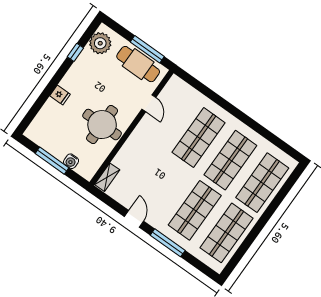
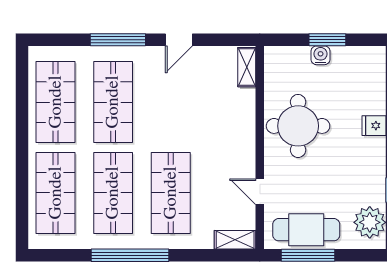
shelving: (181, 86) -> (235, 240), added
window: (245, 119) -> (130, 255), added
window: (52, 161) -> (327, 40), width x0.69
water cooler: (71, 161) -> (321, 55), moved
door: (134, 219) -> (179, 40), hinge flipped

